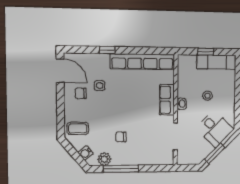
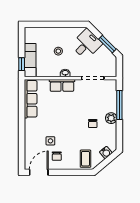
window: (107, 50) -> (22, 135), removed
window: (206, 52) -> (22, 64), moved
row of seats: (143, 62) -> (31, 99), width x0.73
exam couch: (216, 62) -> (30, 60), moved
plant: (104, 159) -> (111, 118), moved
window: (121, 169) -> (119, 105), moved

